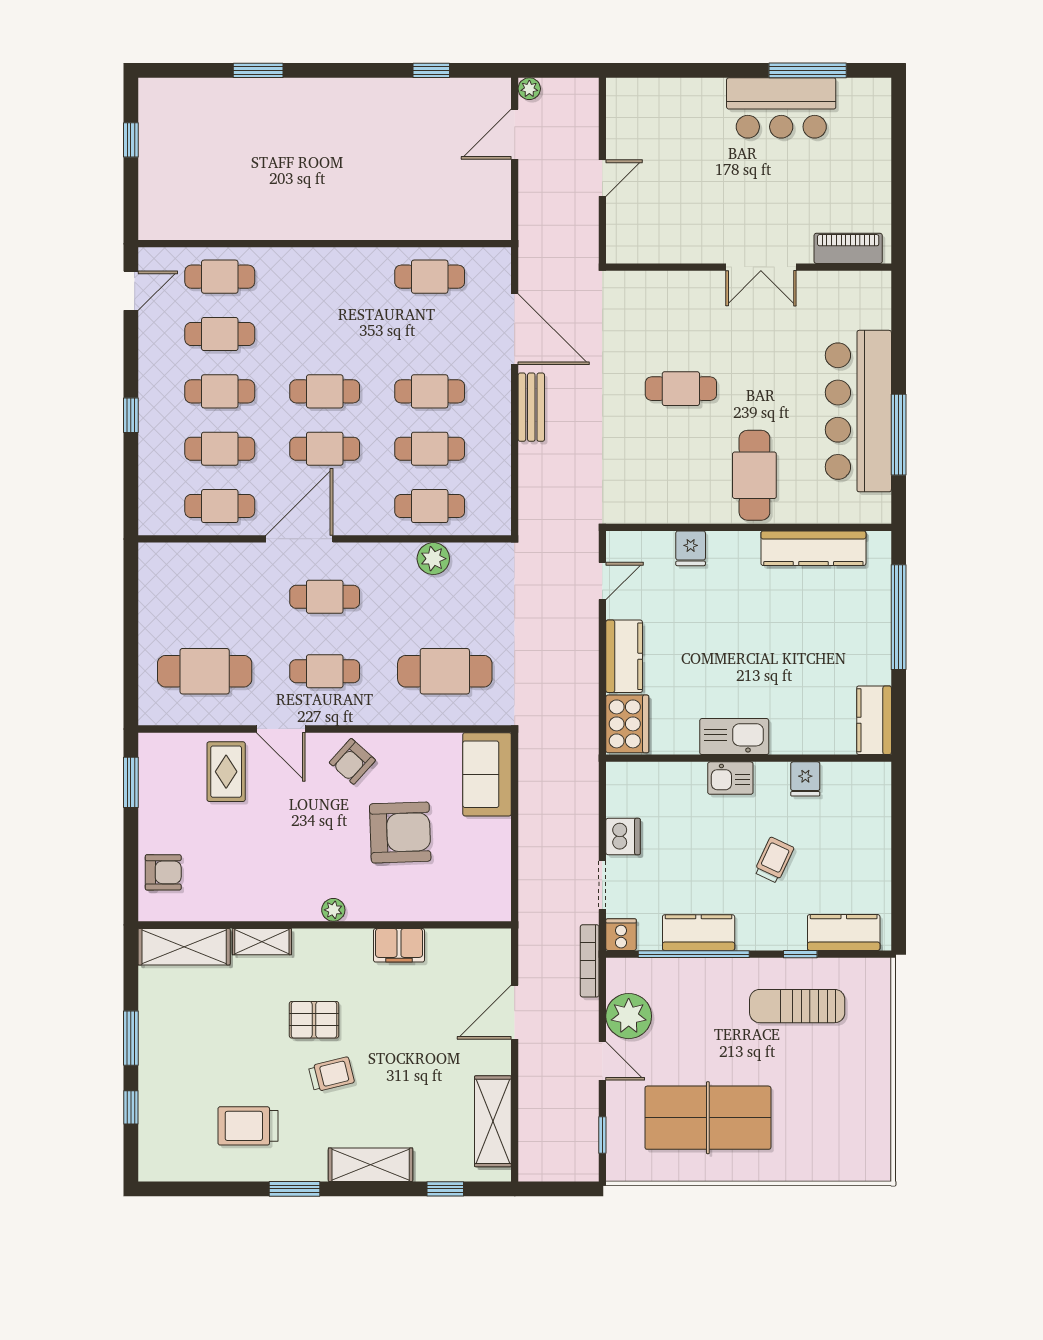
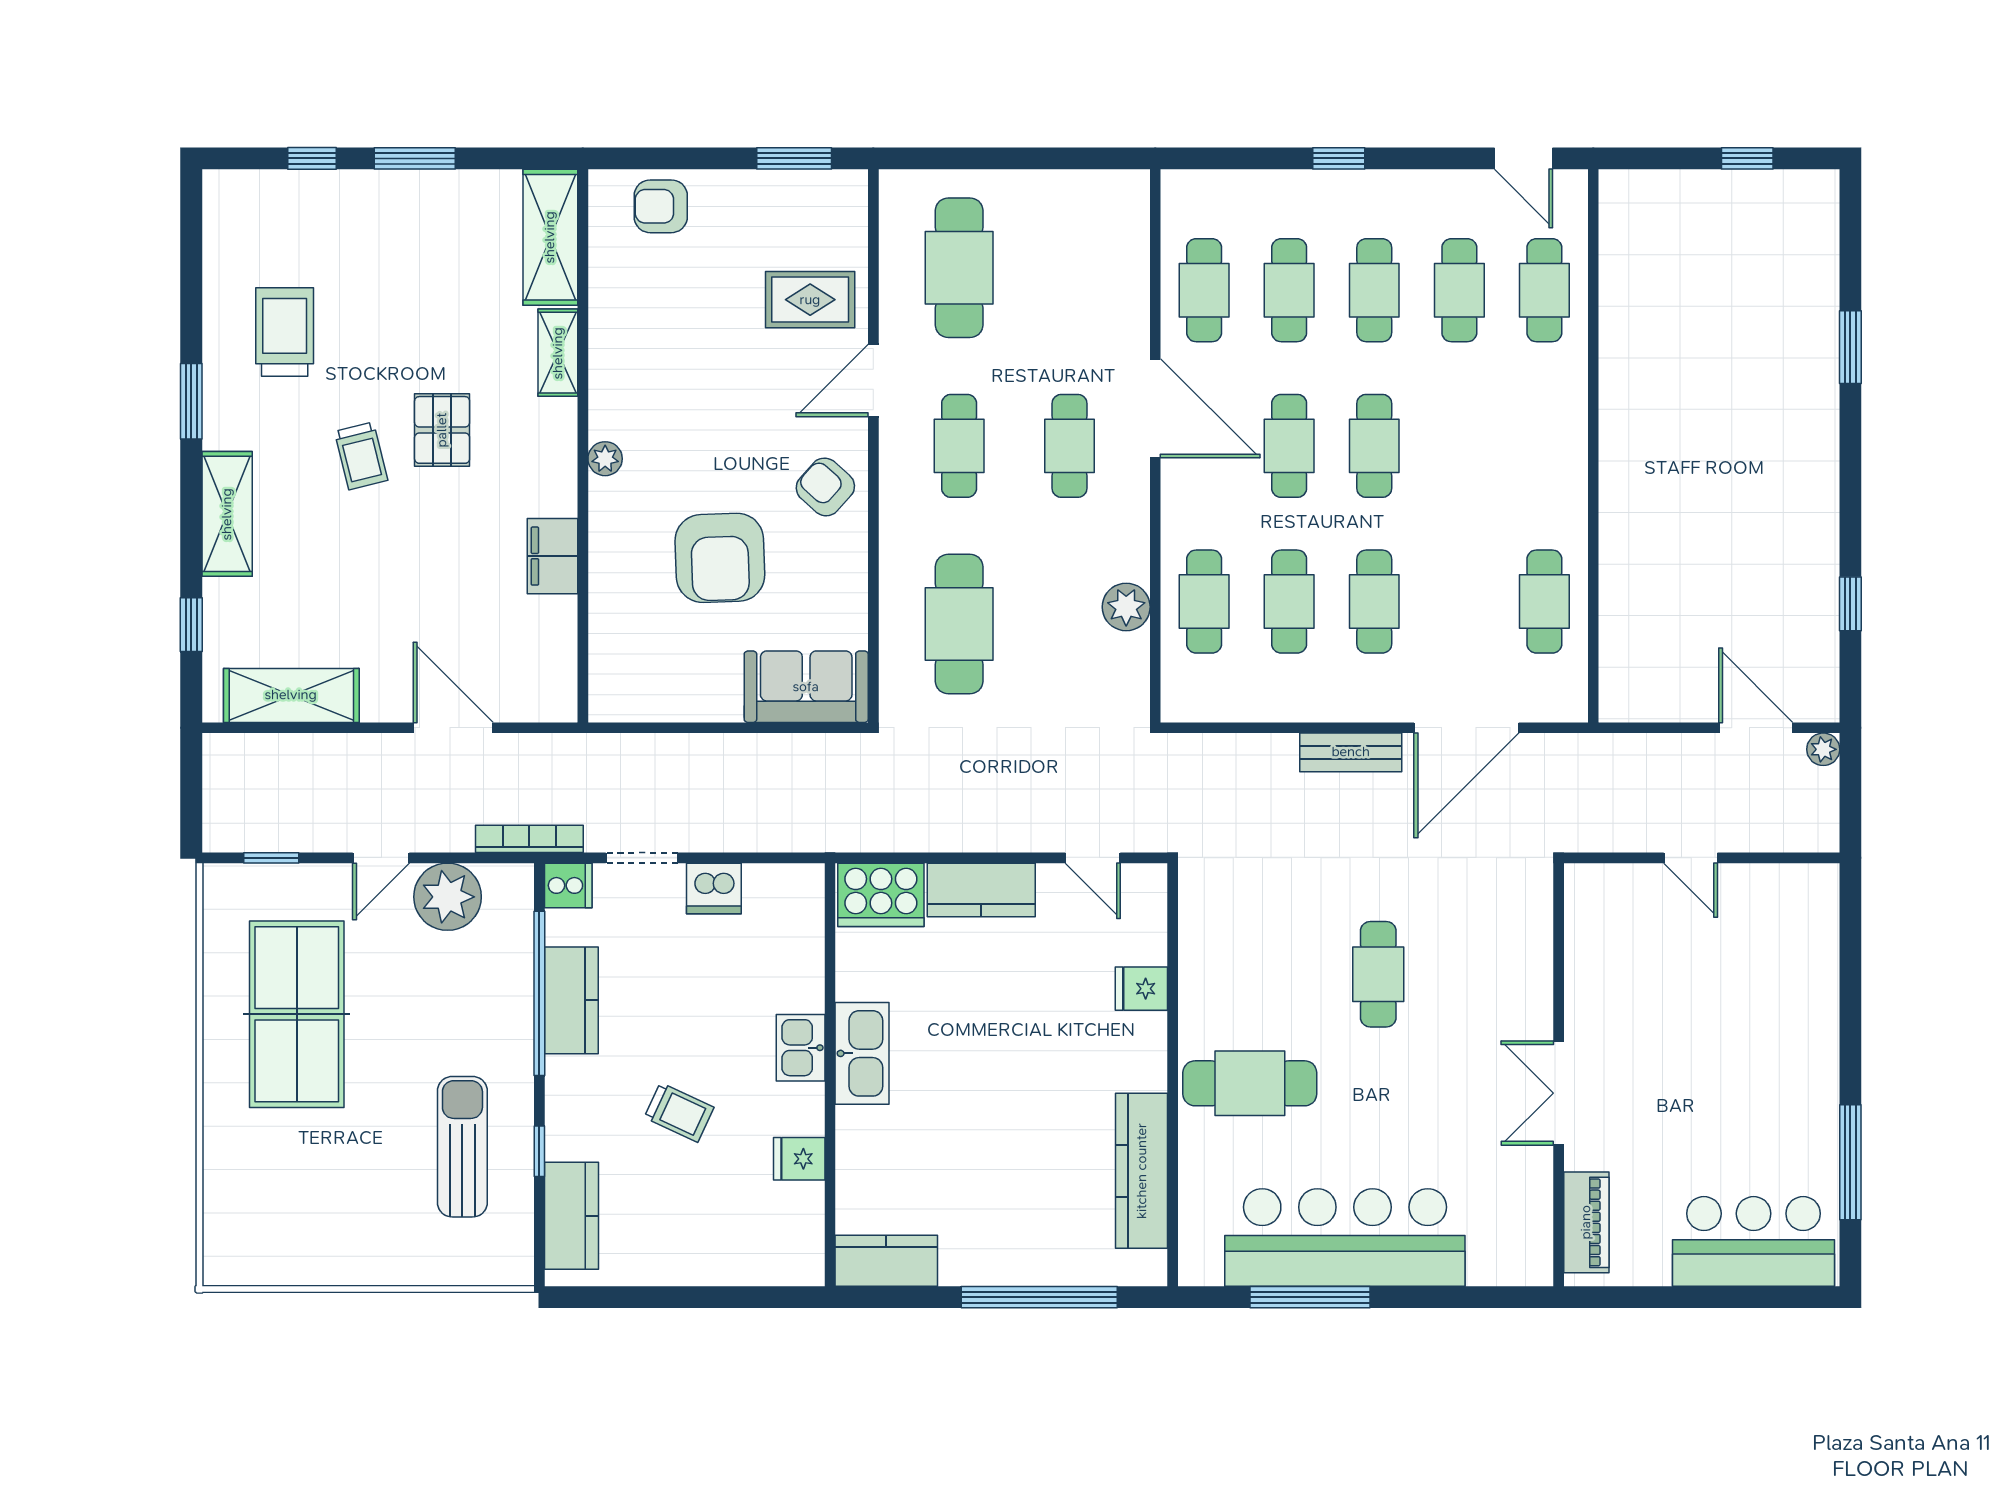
bar counter: (781, 108) -> (1754, 1241), moved, turned 90
armchair: (163, 872) -> (661, 206), turned 90

